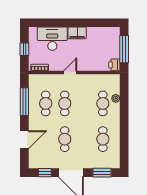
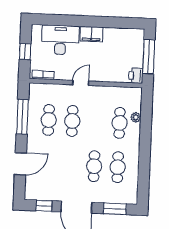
cafe table: (65, 139) -> (94, 166), moved

